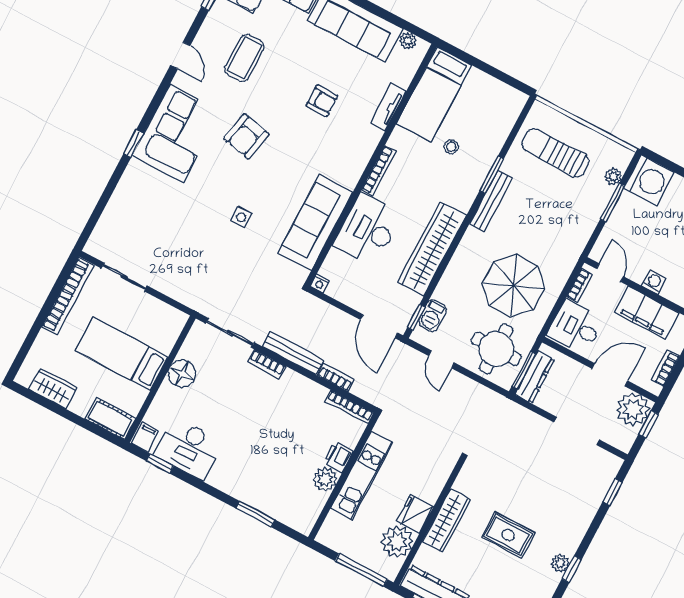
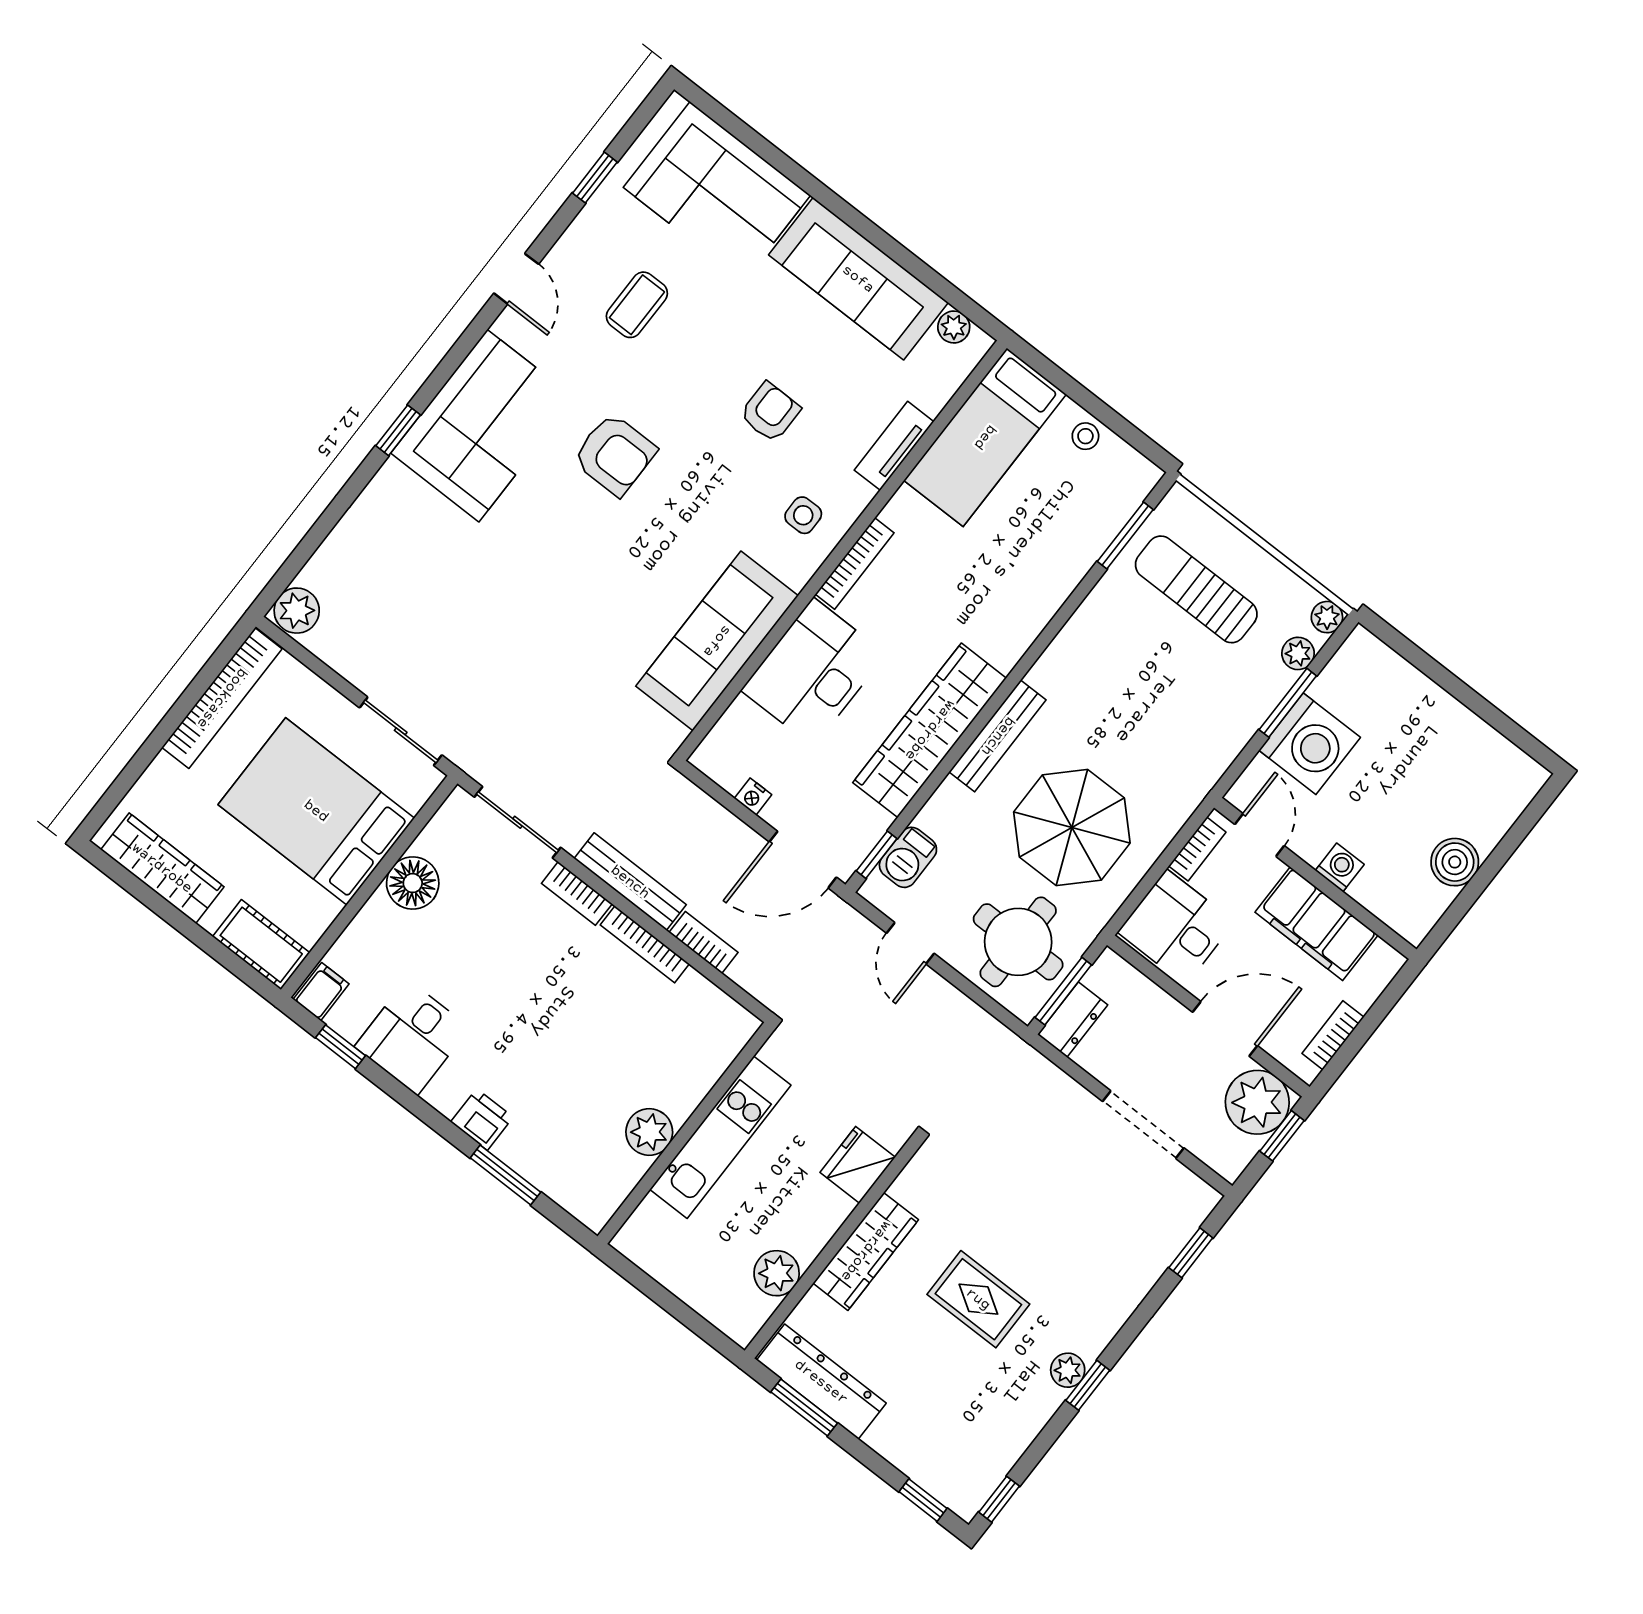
coffee table: (244, 58) -> (637, 305), width x0.73, depth x0.77
armchair: (322, 101) -> (770, 412), turned -90
armchair: (246, 136) -> (615, 455), turned -102
stool: (451, 147) -> (1085, 436), moved
plant: (625, 155) -> (1327, 617), added
window: (492, 175) -> (1125, 535), moved
washing machine: (649, 180) -> (1310, 744), moved
bench: (491, 201) -> (998, 736), moved
side table: (241, 217) -> (803, 515), moved
plant: (98, 245) -> (297, 611), added
sliding door: (124, 277) -> (401, 731), moved
nightstand: (320, 284) -> (753, 797), moved
door: (379, 326) -> (803, 860), hinge flipped
bed: (122, 354) -> (316, 811), width x1.50
dresser: (535, 377) -> (1073, 1020), width x0.70
wardrobe: (53, 388) -> (162, 868), width x1.50
bookcase: (349, 407) -> (645, 944), moved
desk: (189, 449) -> (412, 1037), width x0.73
printer: (338, 457) -> (482, 1120), moved, turned 90
fridge: (415, 514) -> (858, 1165), moved
plant: (397, 542) -> (777, 1273), width x0.73, depth x0.73
window: (361, 570) -> (687, 1317), removed

